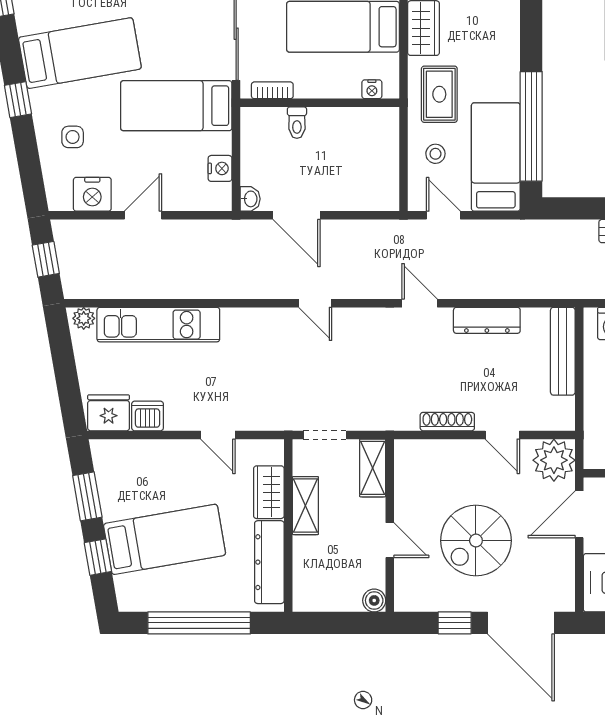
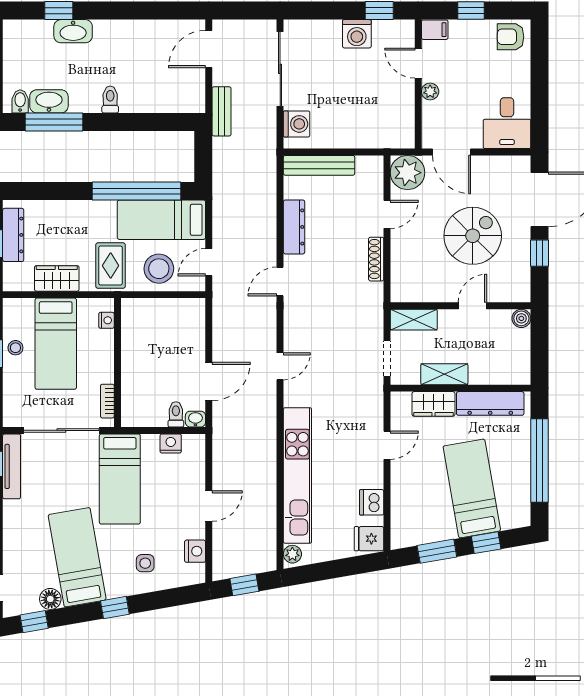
floor lamp: (28, 20) -> (50, 599), added
rug: (439, 94) -> (111, 266), turned 90
toilet: (297, 123) -> (176, 414), moved, turned -90
stool: (435, 154) -> (159, 269), width x1.89, depth x1.89
nightstand: (92, 194) -> (195, 551), width x0.74, depth x0.75
door: (143, 215) -> (209, 506), swing flipped
kitchen unit: (158, 325) -> (297, 475), width x1.36
fridge: (109, 413) -> (369, 539), width x0.72
spiral stairs: (476, 541) -> (473, 236), turned -90

